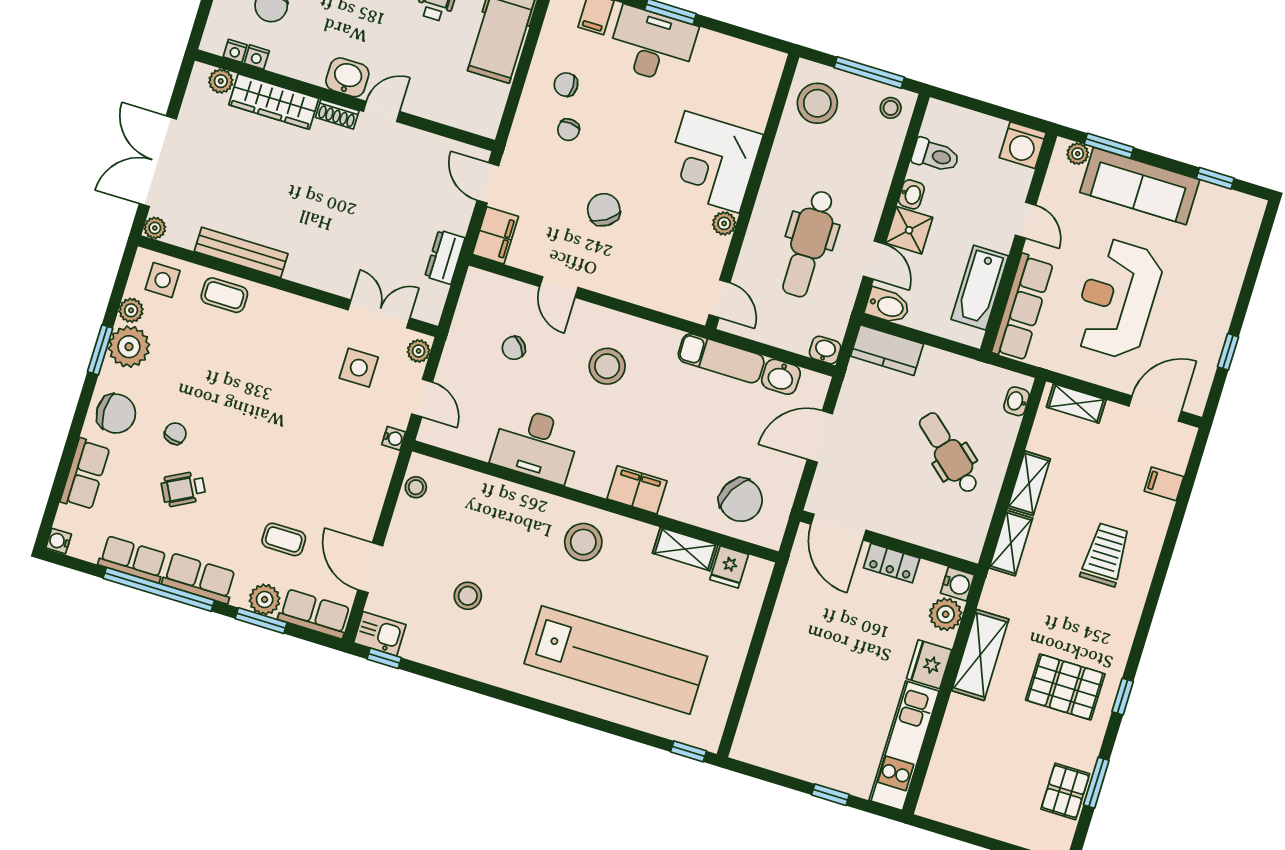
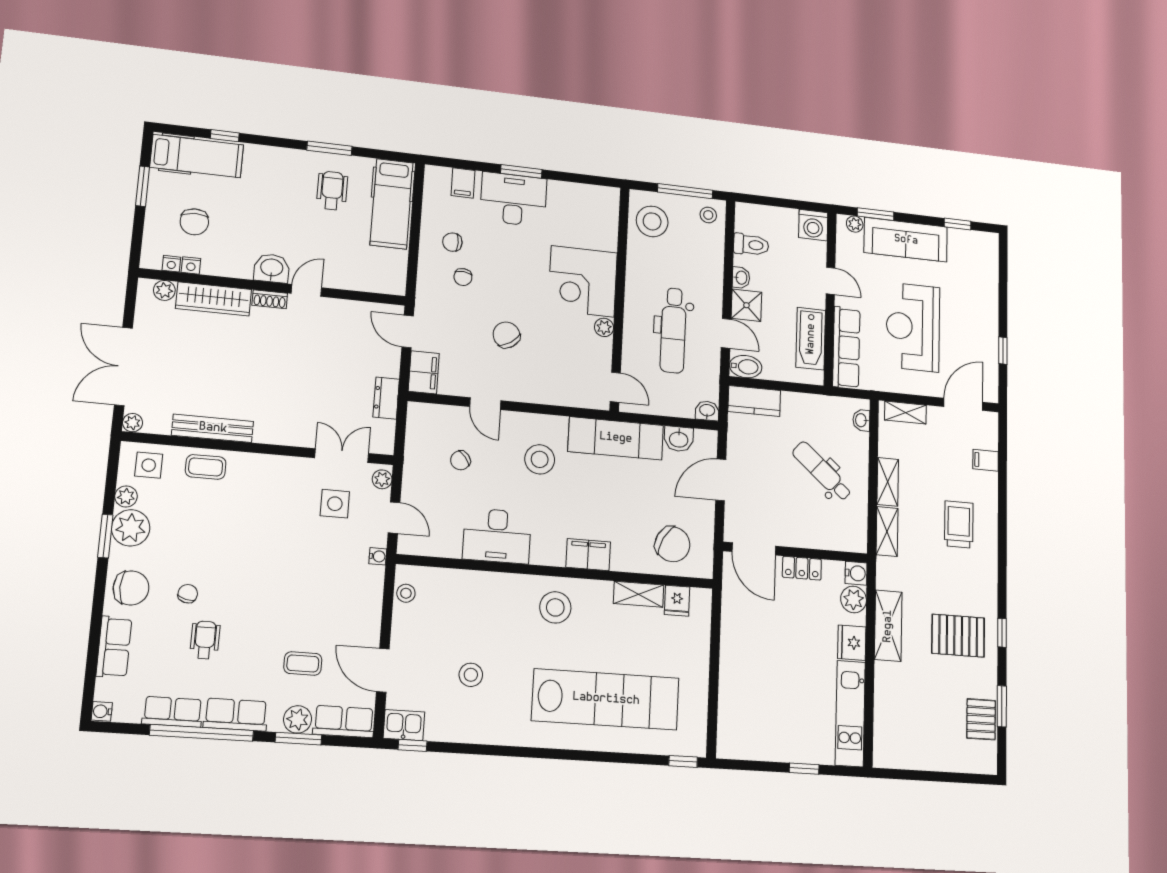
exam couch: (721, 358) -> (616, 438), width x1.36, depth x1.45
wheelchair: (183, 489) -> (205, 640), turned 118

